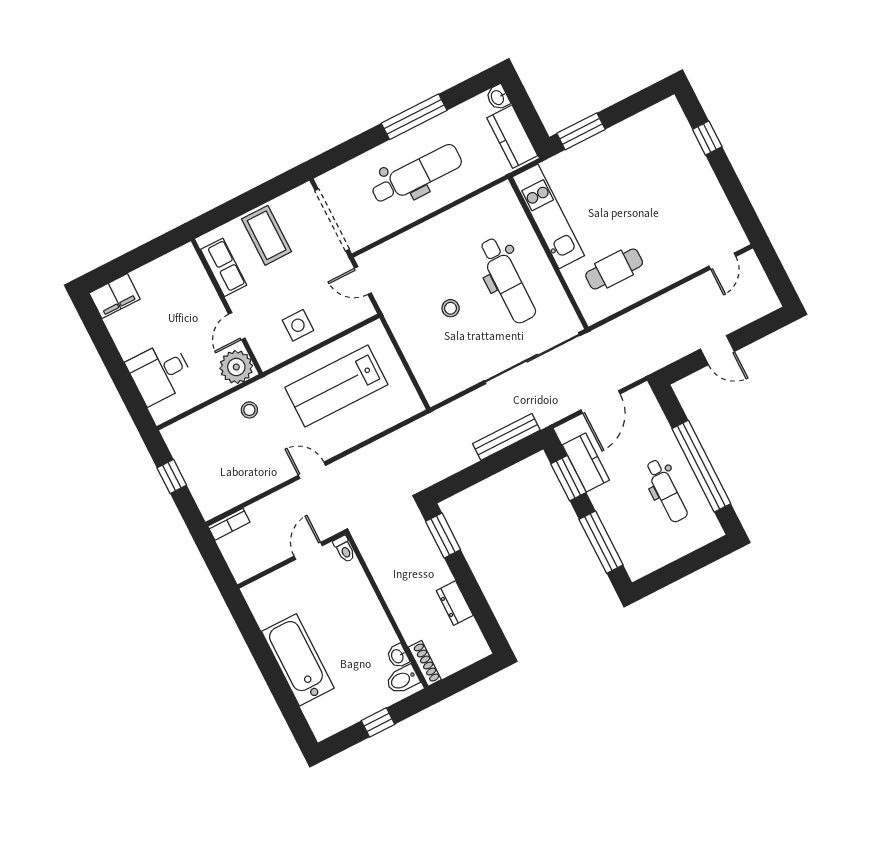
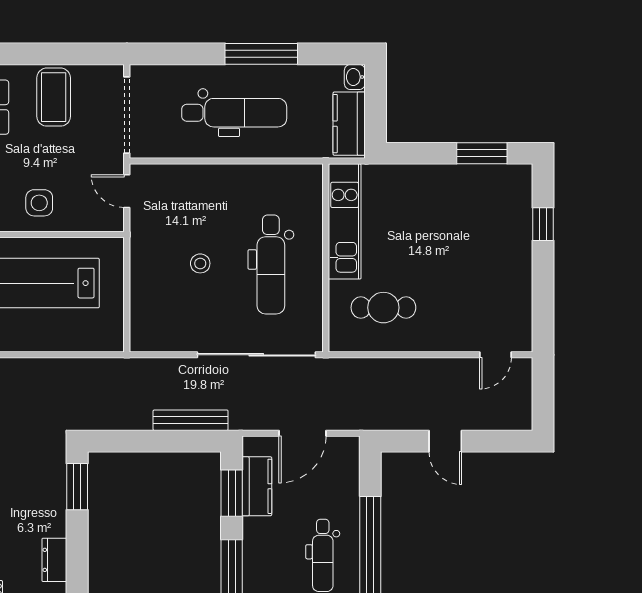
window: (581, 131) -> (482, 153), moved

